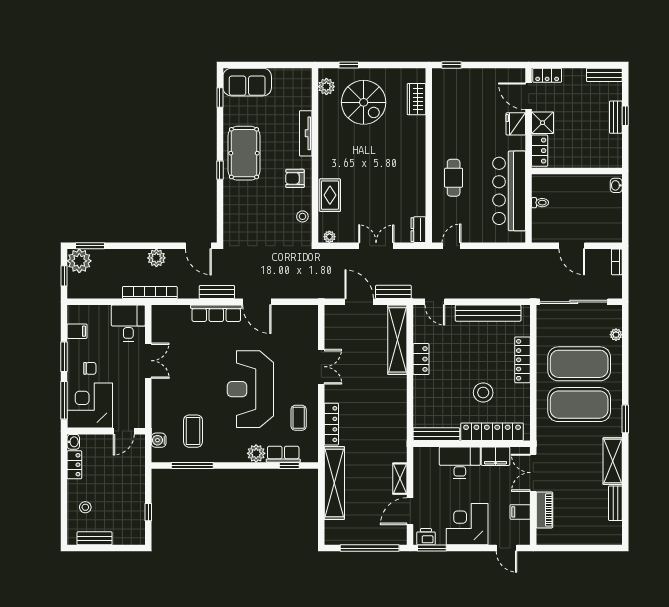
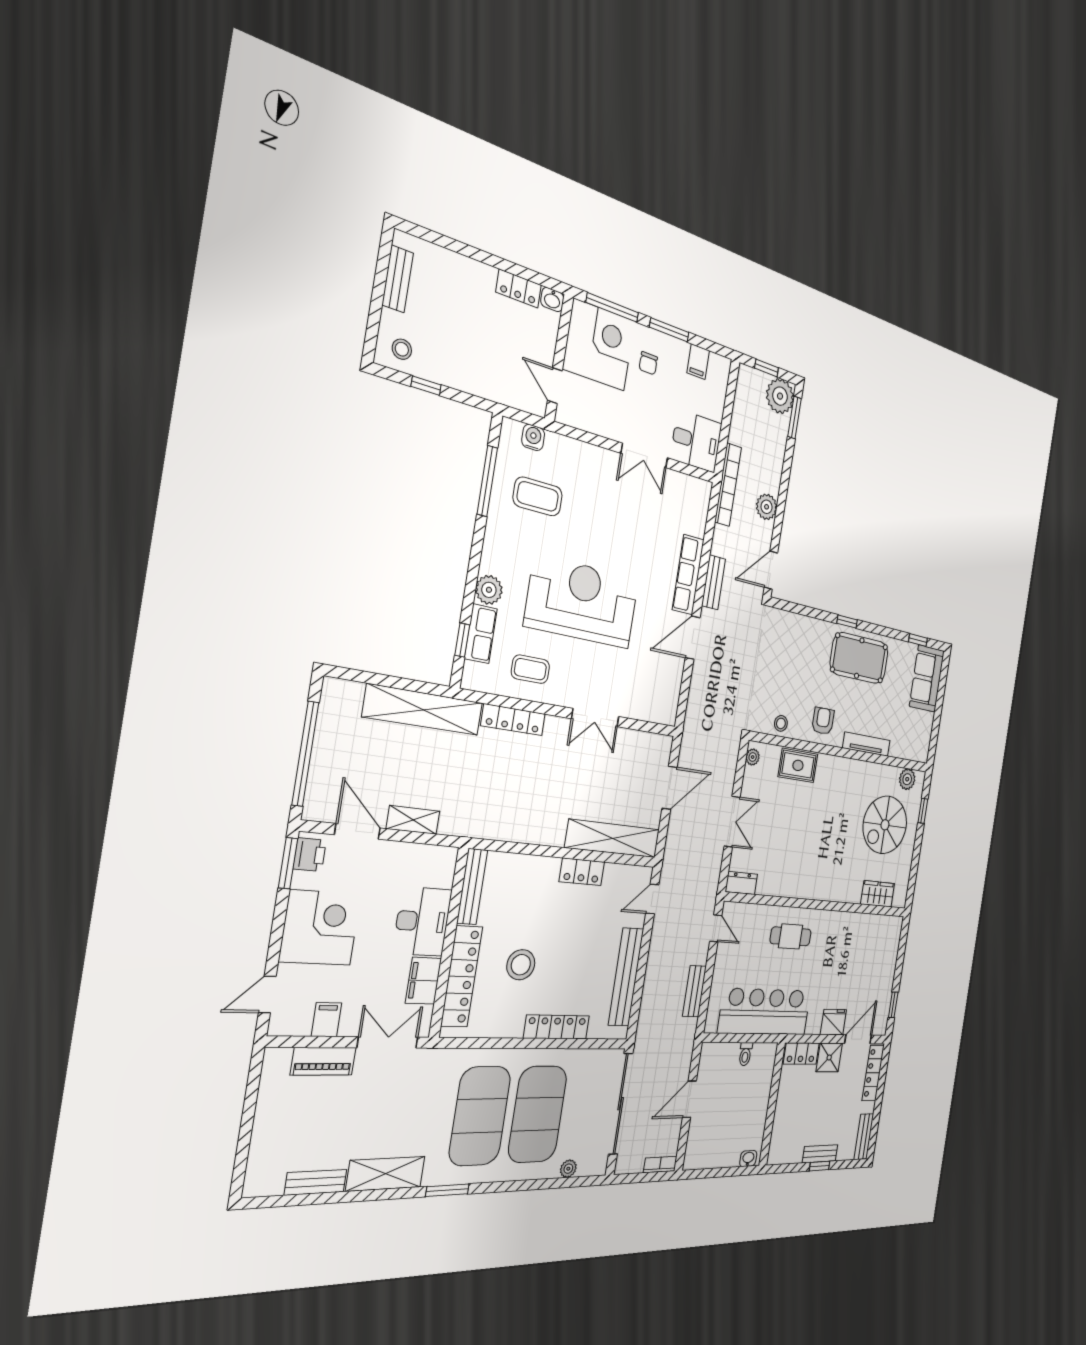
window: (451, 65) -> (893, 1005), moved
locker: (547, 75) -> (873, 1073), width x1.53
bench: (393, 292) -> (694, 991), moved
stool: (85, 507) -> (402, 349), moved

